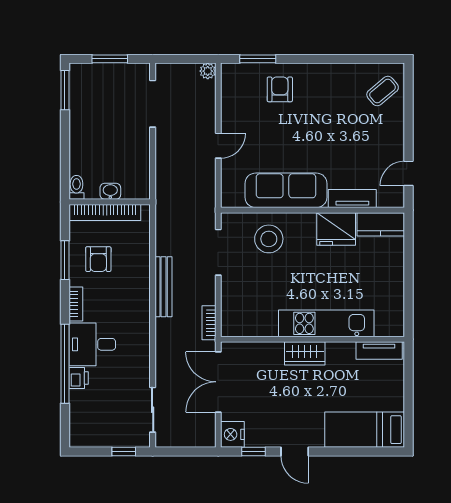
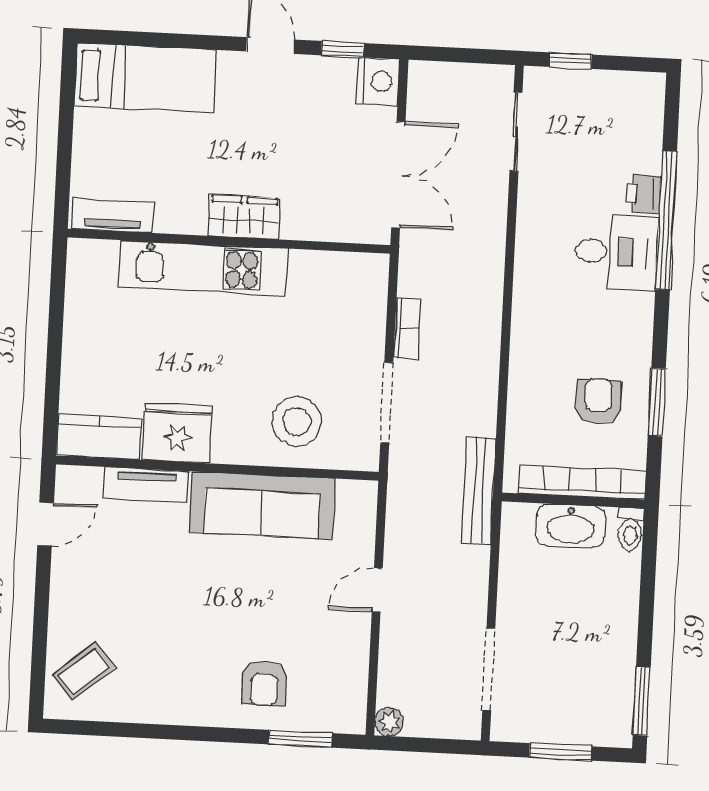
washbasin: (110, 191) -> (571, 526), width x1.91, depth x1.45
bench: (164, 287) -> (479, 491), moved
bookcase: (76, 304) -> (642, 324), removed
bookcase: (209, 323) -> (407, 328), moved

